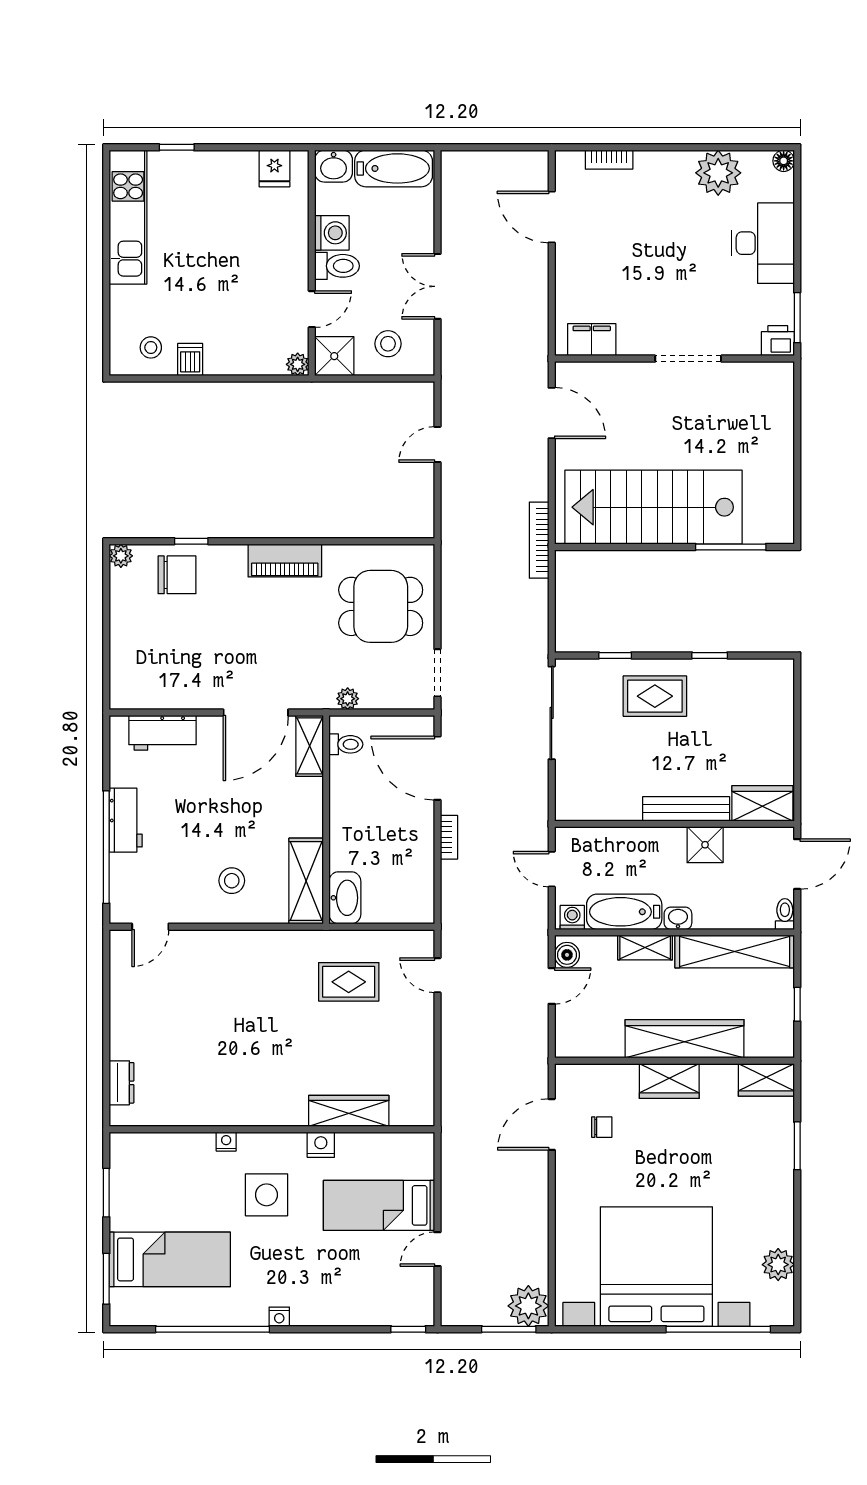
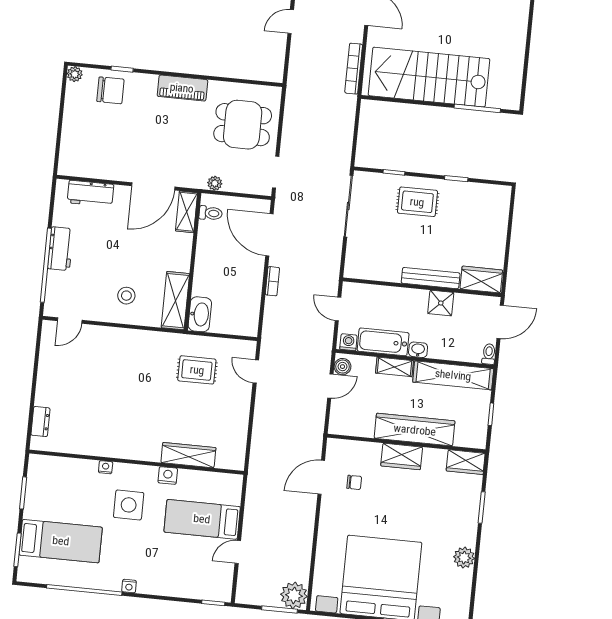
bookcase: (539, 540) -> (354, 69), moved
plant: (778, 1265) -> (464, 558), moved

